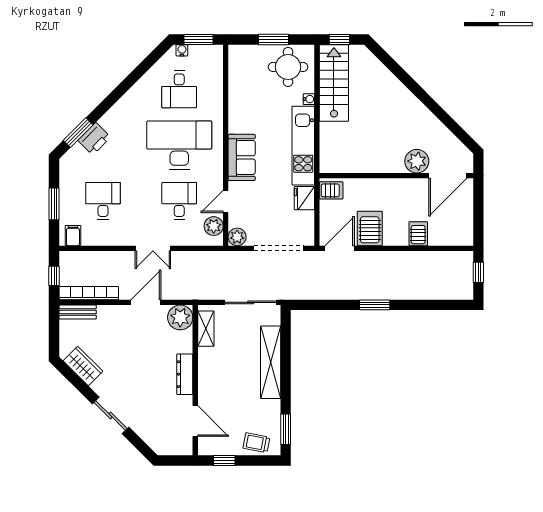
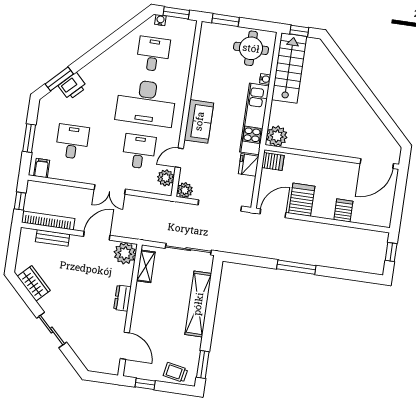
window: (274, 39) -> (226, 20), moved
desk: (179, 89) -> (153, 54), turned 180
desk: (179, 145) -> (146, 103), turned 180
plant: (417, 161) -> (277, 136), moved
window: (375, 305) -> (296, 267), width x1.44
bench: (78, 312) -> (53, 238), moved
dresser: (185, 374) -> (122, 298), width x0.70

